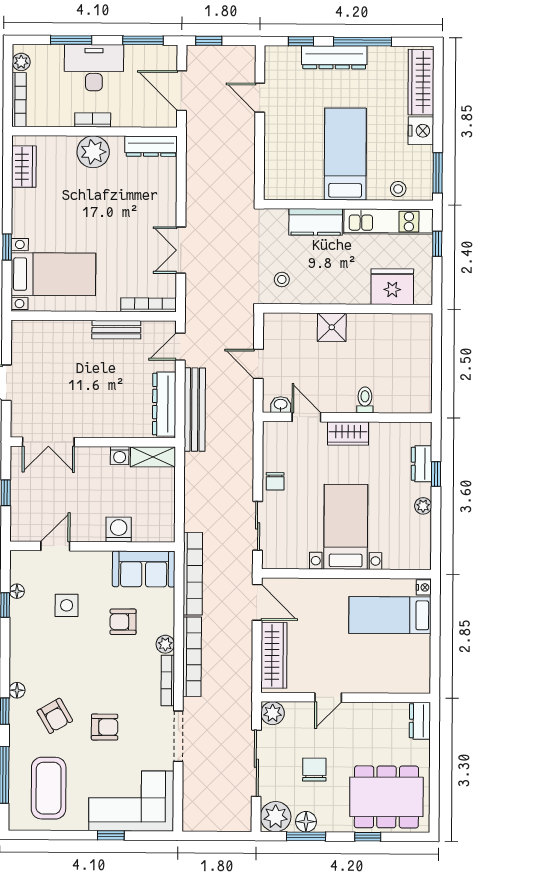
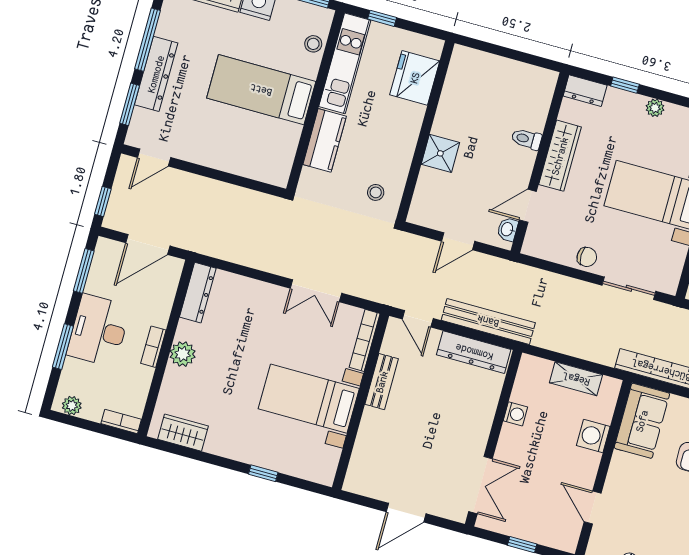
window: (301, 41) -> (130, 104), width x1.50
door: (260, 98) -> (154, 157), moved
bookcase: (19, 100) -> (121, 421), width x0.64
plant: (93, 152) -> (183, 354), width x0.73, depth x0.73
bed with nightstands: (53, 274) -> (309, 399), moved, turned -90
wardrobe: (348, 433) -> (560, 156), width x1.50
shelving: (153, 457) -> (576, 379), moved, turned 90
dresser: (422, 464) -> (585, 91), moved
side table: (67, 605) -> (658, 512), removed

